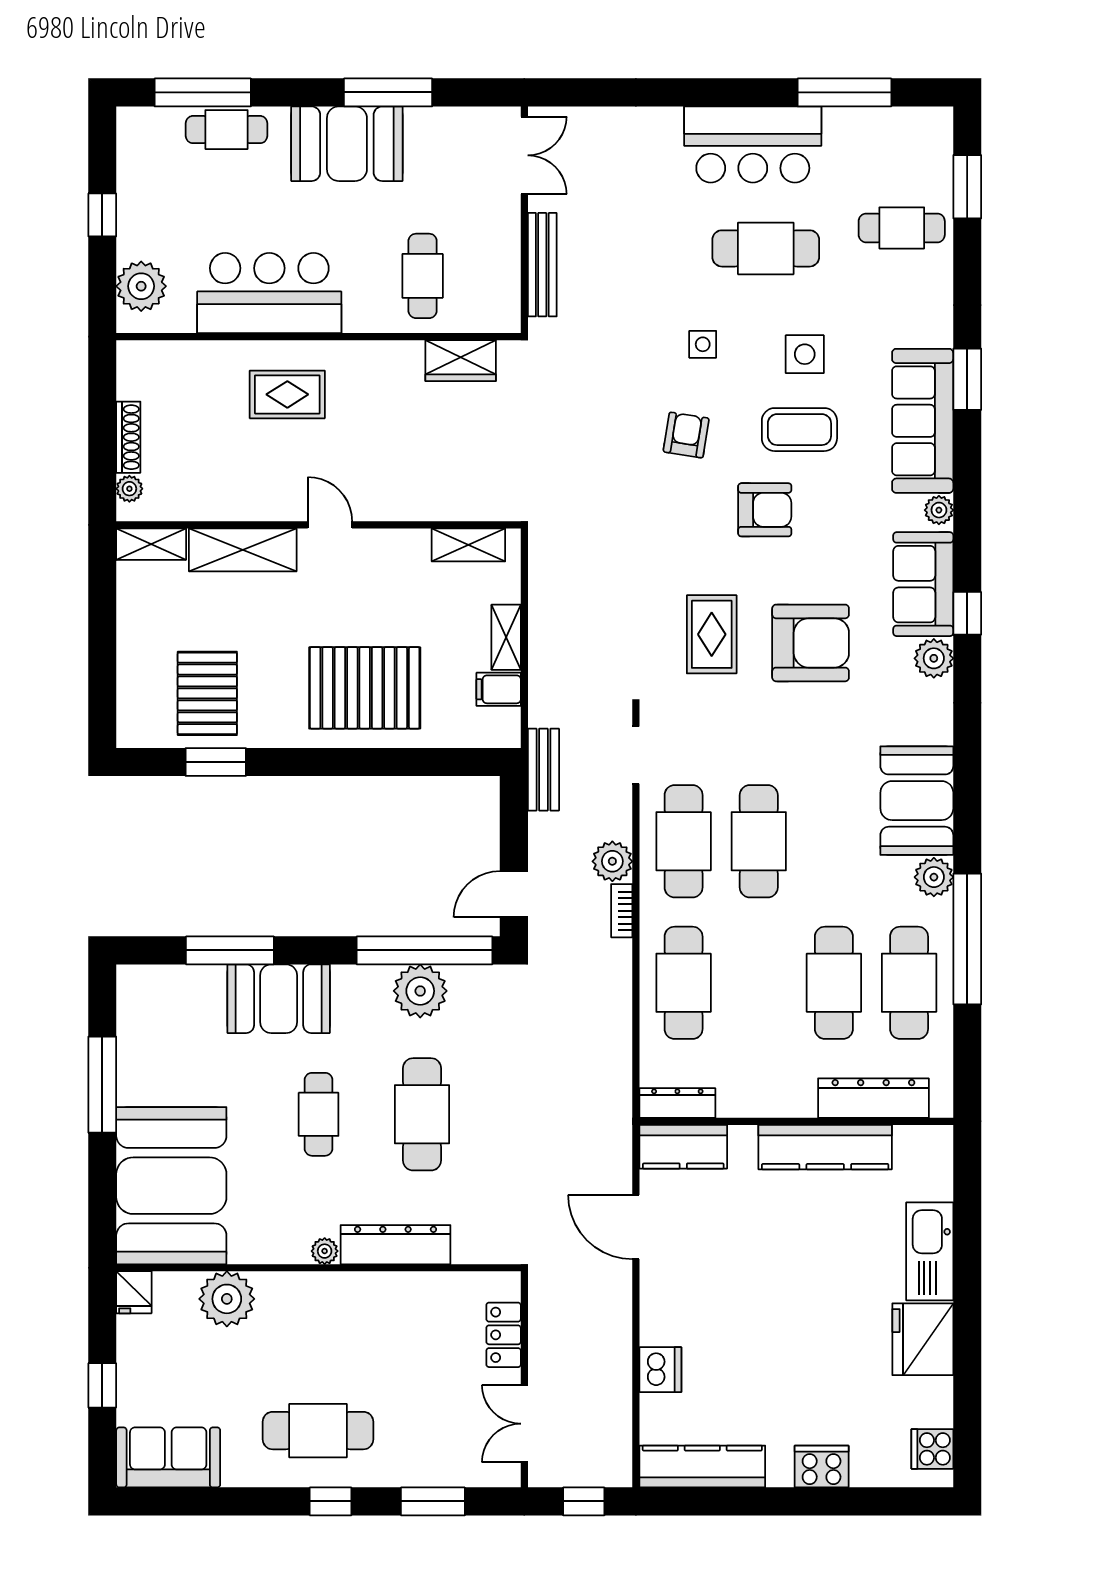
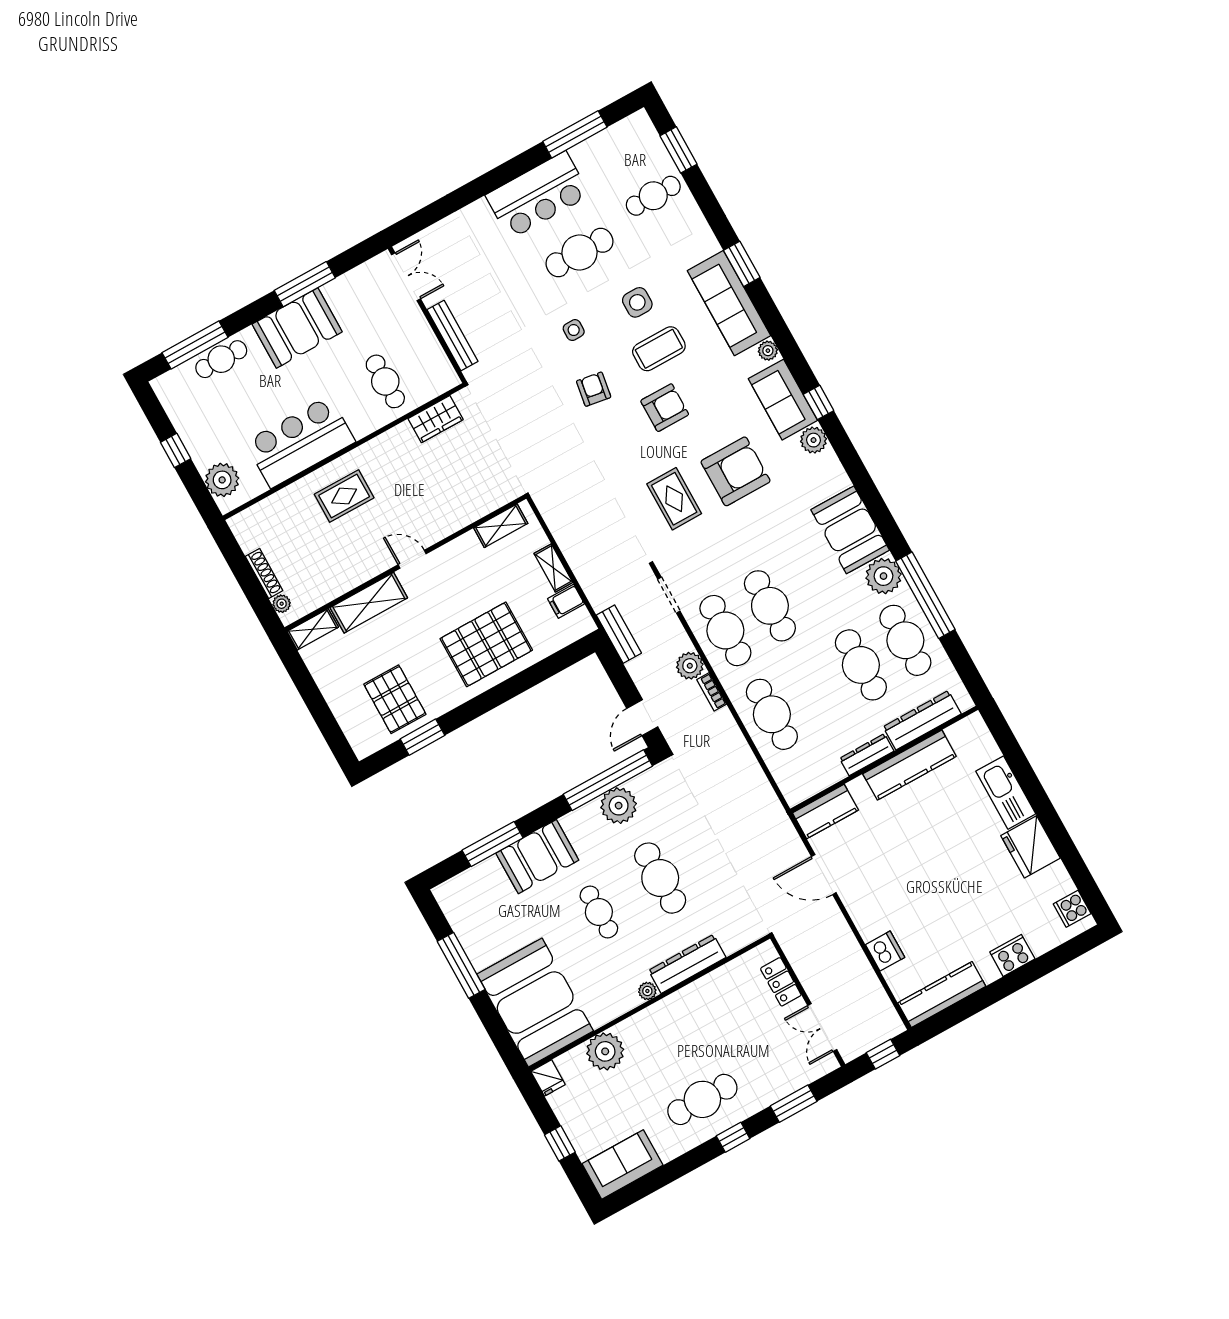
plant: (934, 877) -> (883, 576), width x1.36, depth x1.36
dresser: (677, 1103) -> (867, 755), moved

